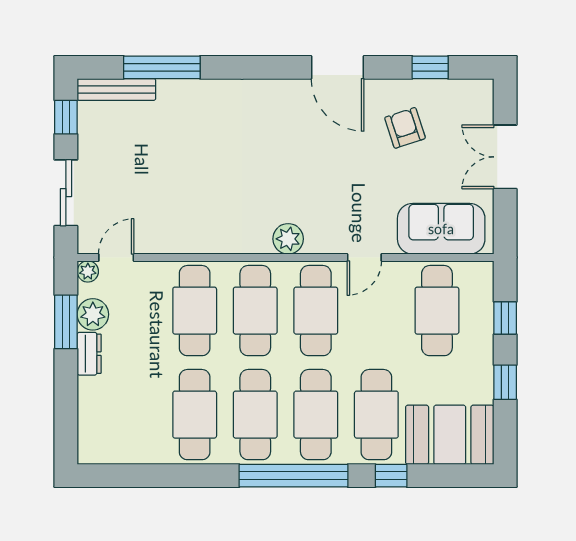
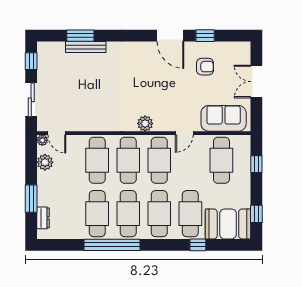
window: (162, 67) -> (80, 36), width x0.69
window: (430, 67) -> (205, 36), moved
bench: (116, 89) -> (86, 47), moved
armchair: (405, 128) -> (205, 67), turned 108
door: (116, 257) -> (57, 133), swing flipped
window: (66, 322) -> (31, 199), moved
dresser: (89, 354) -> (43, 218), moved
window: (505, 382) -> (256, 214), moved
window: (293, 476) -> (112, 245), moved

